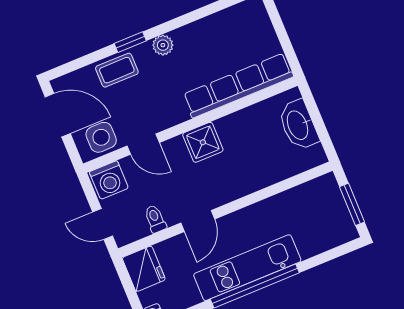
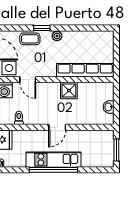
washbasin: (298, 125) -> (109, 107), width x0.52, depth x0.69
shower: (203, 142) -> (69, 91), moved
door: (198, 221) -> (57, 127), moved

